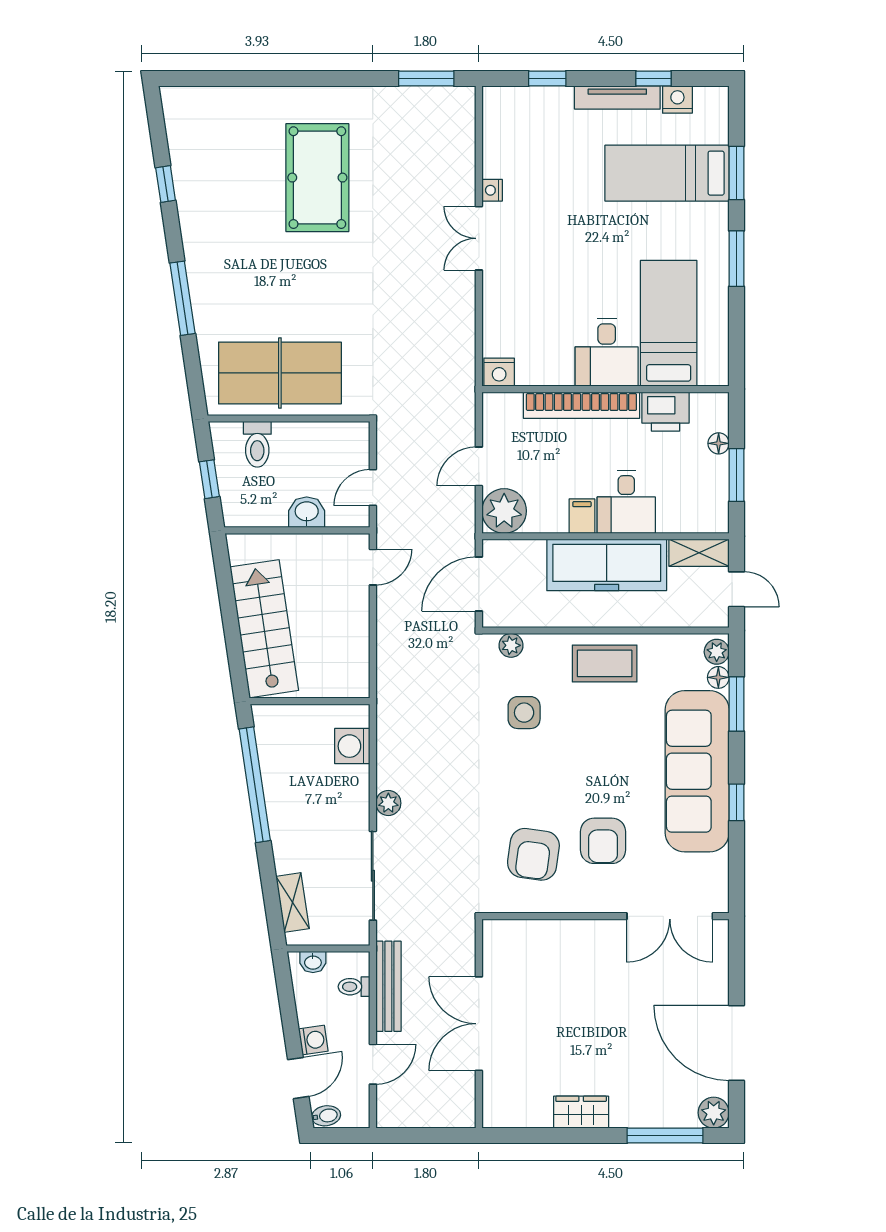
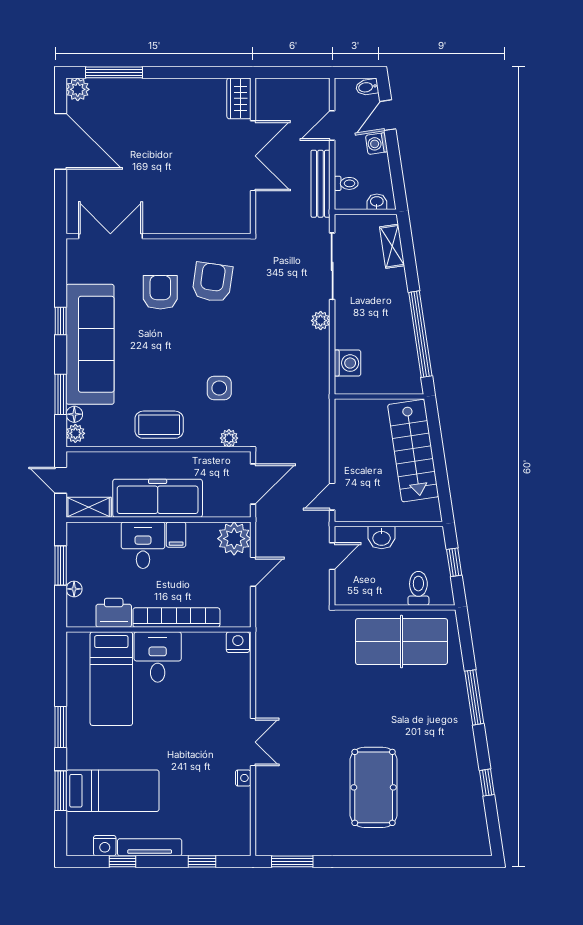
wardrobe: (581, 1112) -> (239, 98), moved, turned 90

